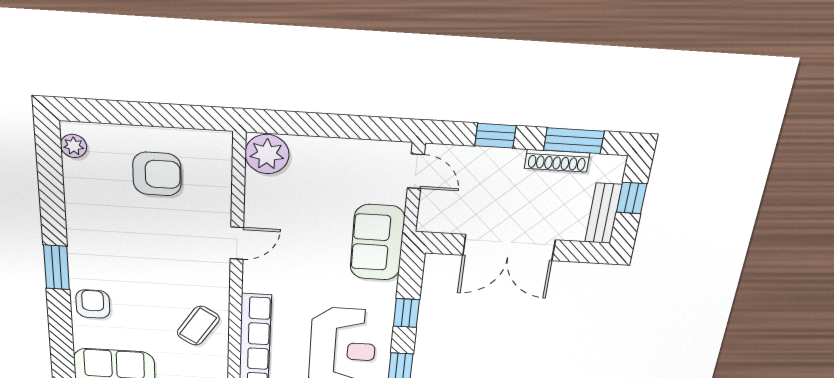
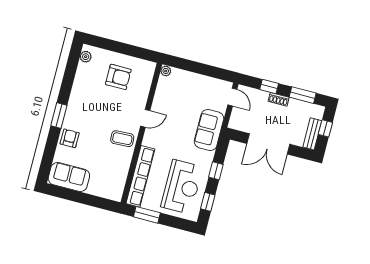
plant: (267, 154) -> (166, 71), width x0.53, depth x0.53
shoe rack: (557, 161) -> (279, 99), moved, width x0.70
coffee table: (198, 326) -> (122, 139), moved, turned 55

